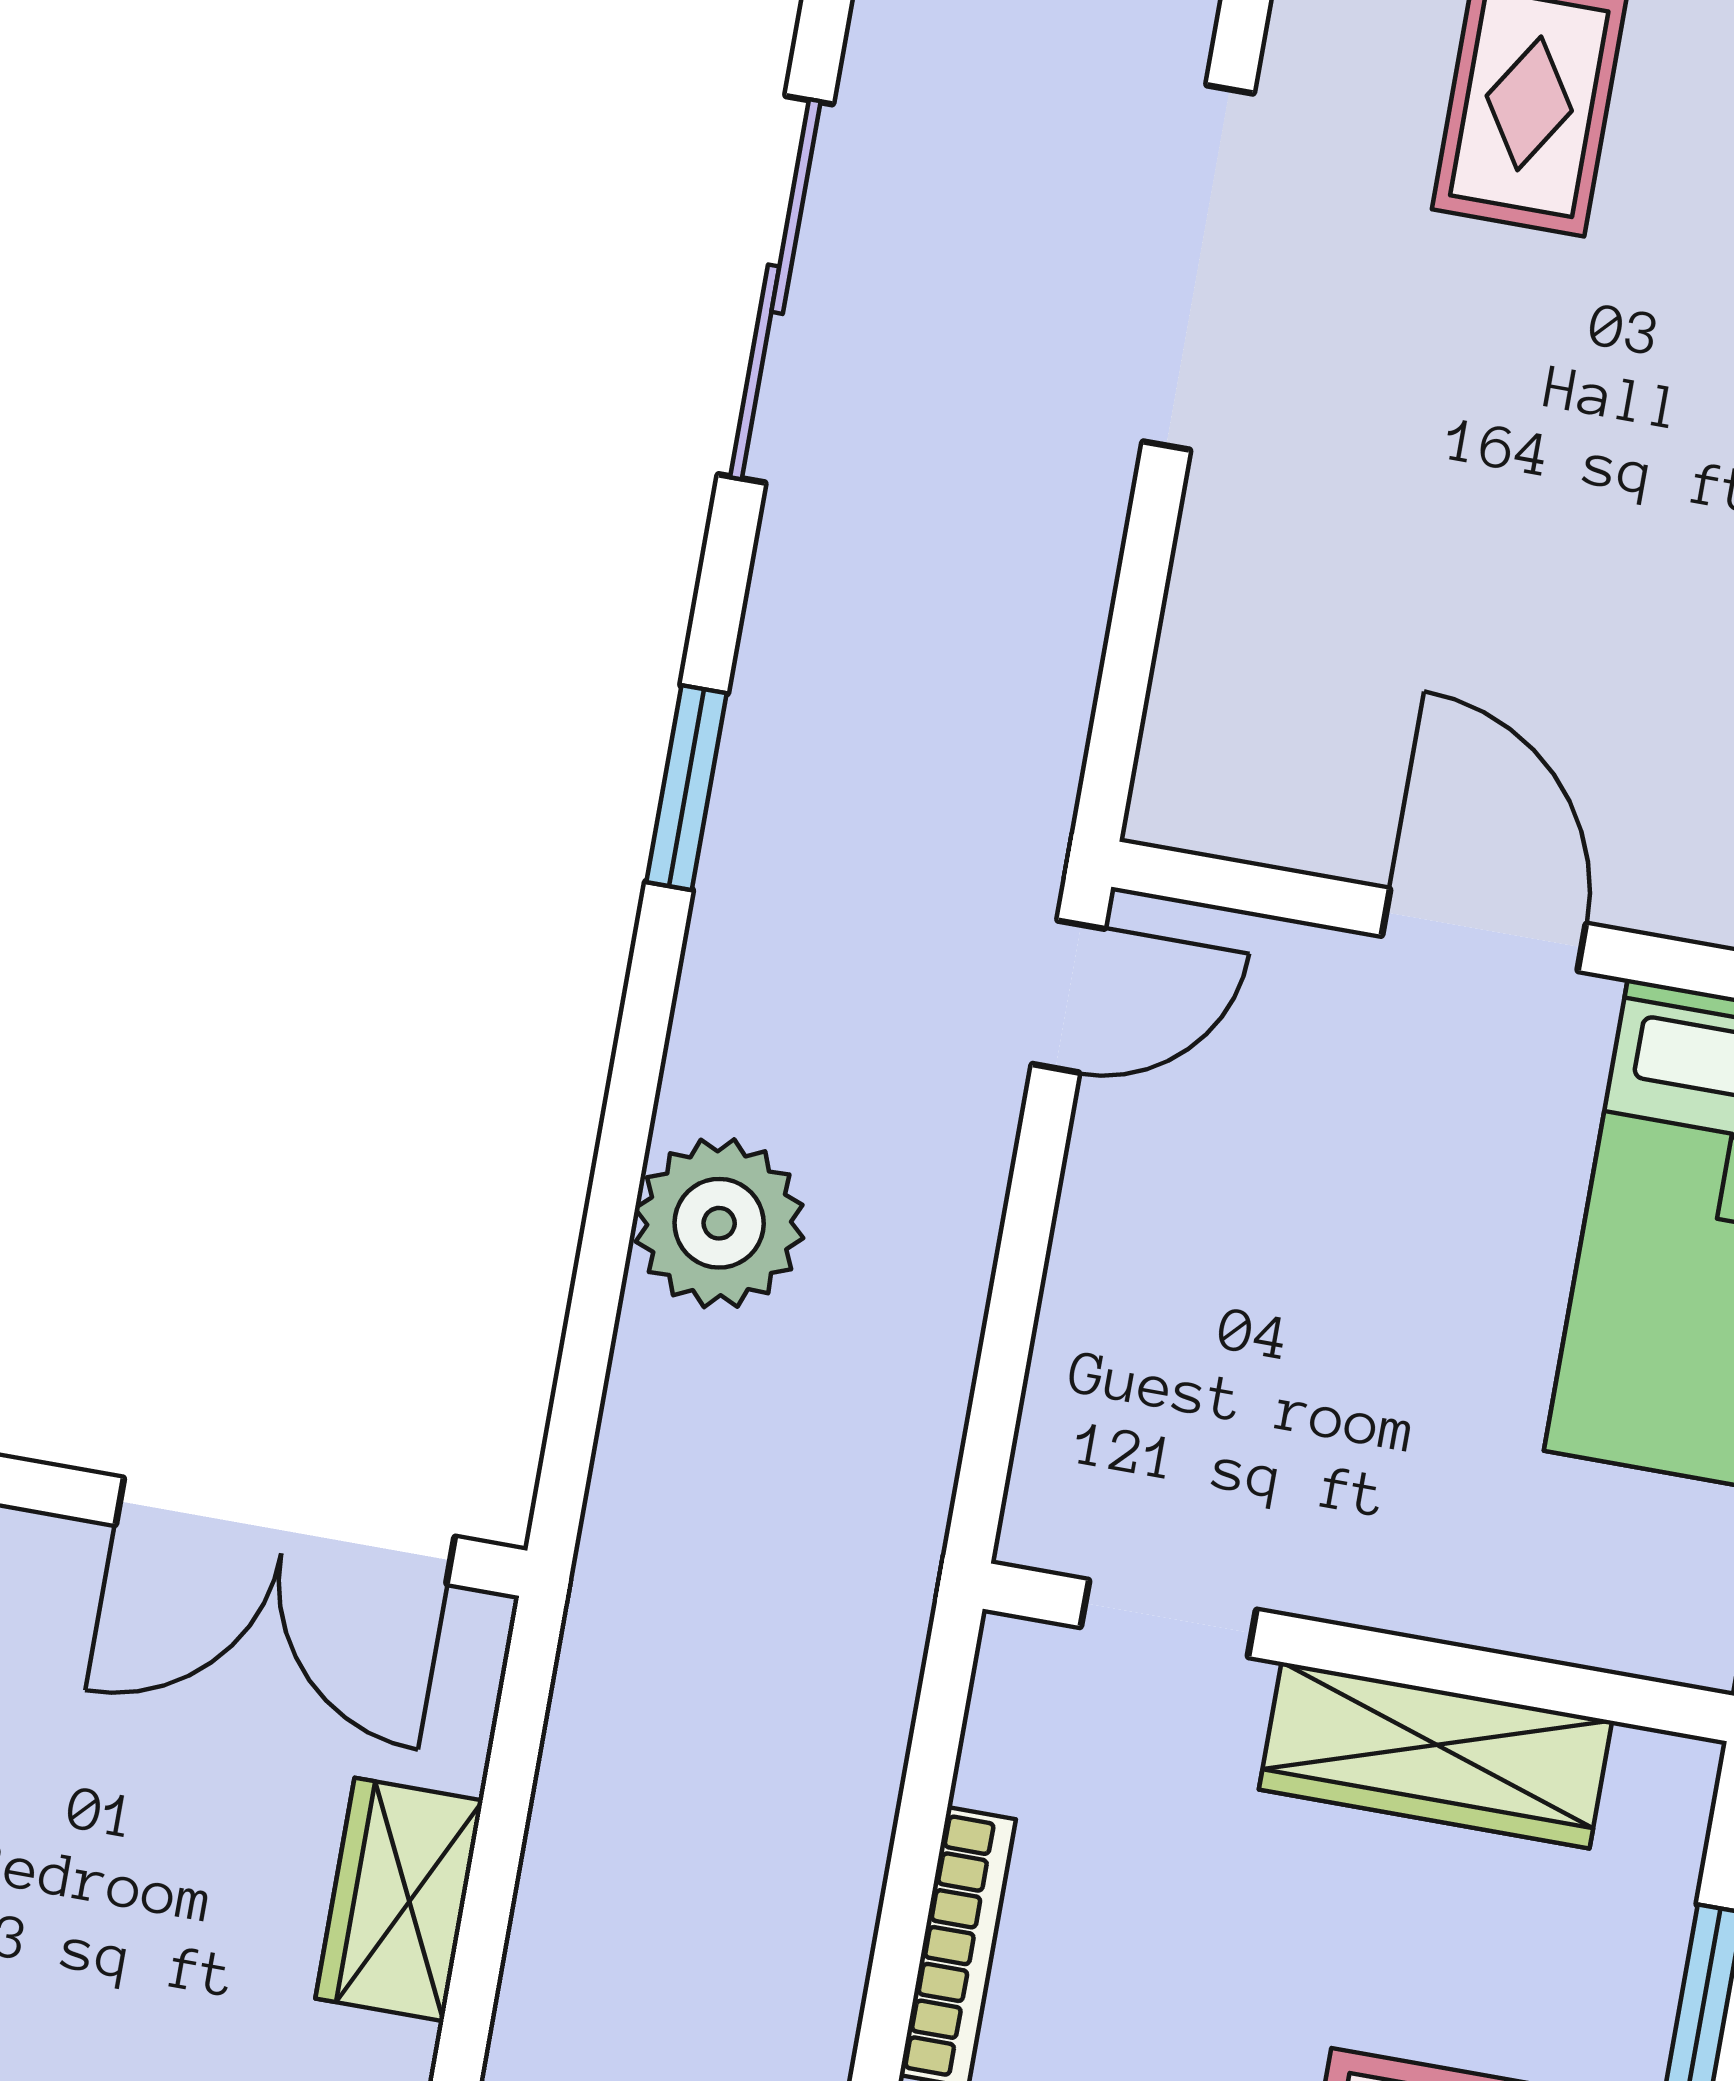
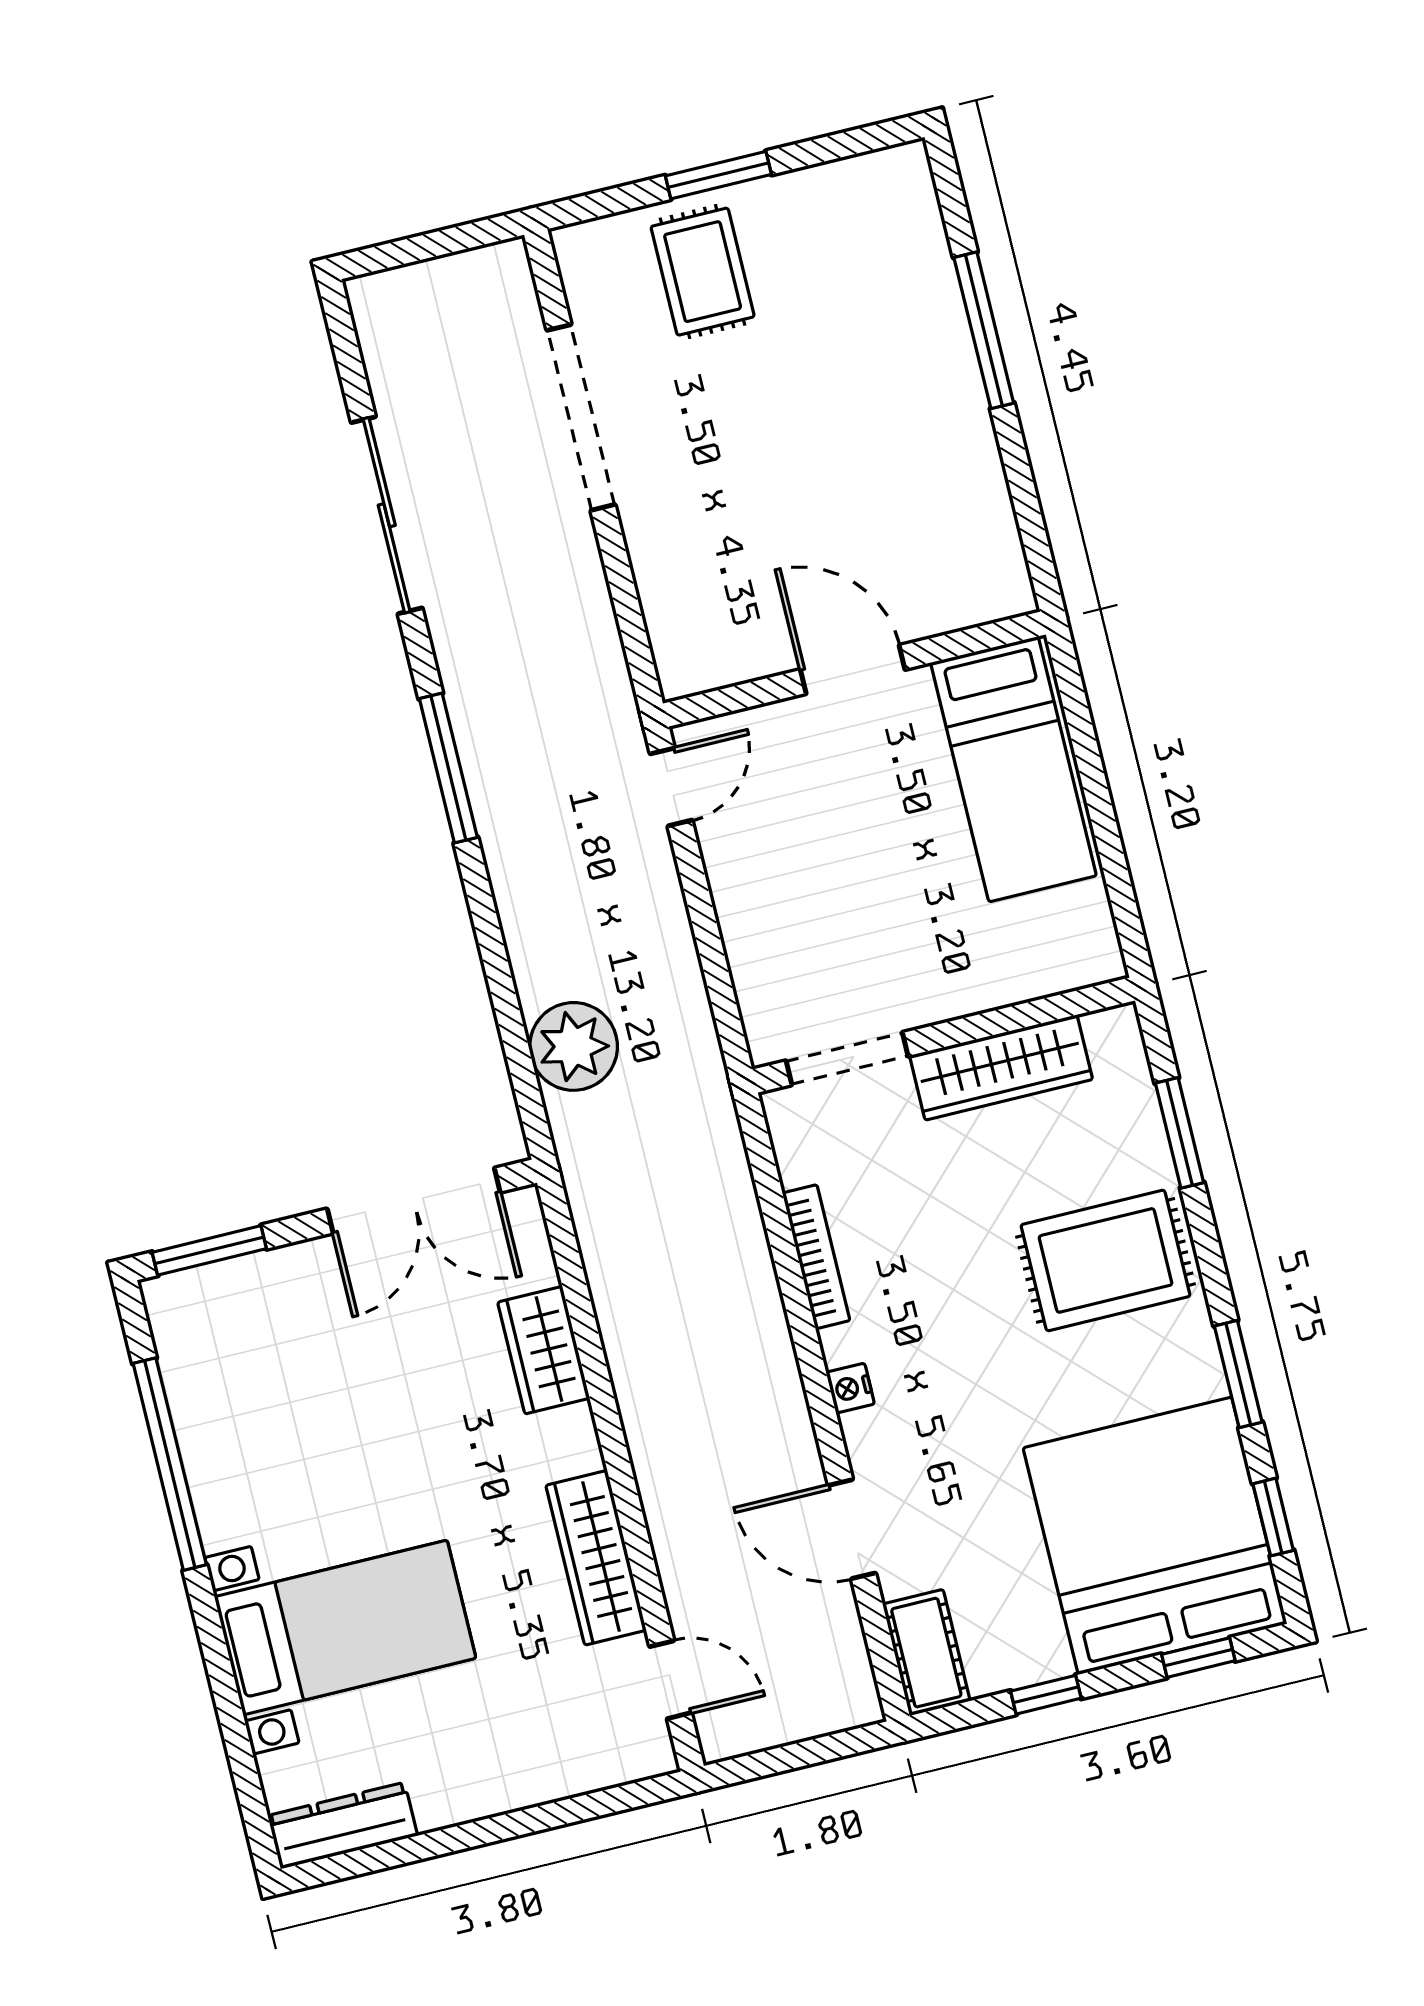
window: (687, 788) -> (448, 768), width x1.44
plant: (719, 1223) -> (574, 1046), moved
doorway: (1168, 1618) -> (847, 1059), width x1.38

